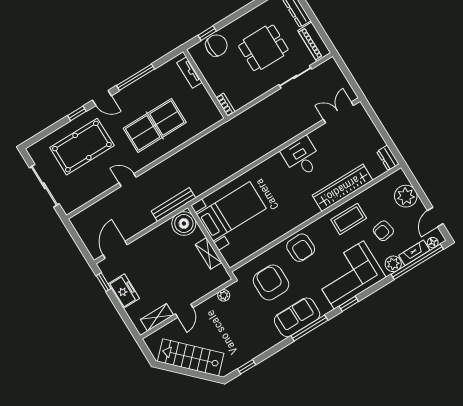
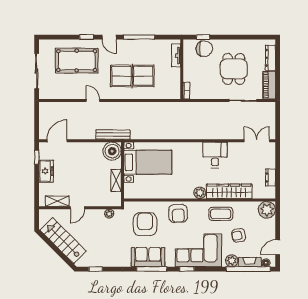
dining table: (263, 48) -> (234, 69), turned 90
dresser: (388, 158) -> (271, 177), moved
plant: (406, 196) -> (267, 210), moved
plant: (311, 210) -> (200, 193), added

